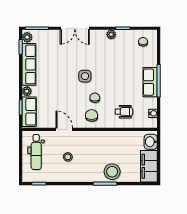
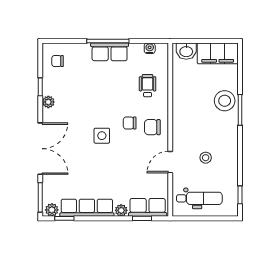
double door: (75, 28) -> (40, 149), width x1.37

